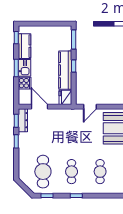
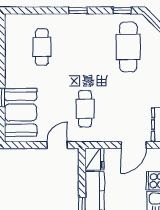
door: (39, 107) -> (134, 145), hinge flipped
cafe table: (72, 172) -> (85, 109), moved

